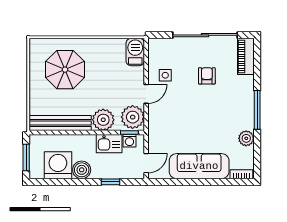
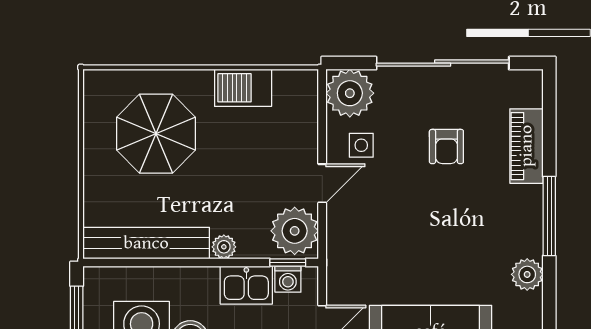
plant: (160, 50) -> (350, 93), added
barbecue: (135, 52) -> (243, 88), moved, turned -90
piano: (246, 57) -> (526, 146), moved
armchair: (207, 76) -> (446, 147), turned 180
plant: (103, 120) -> (224, 247), width x0.53, depth x0.53

